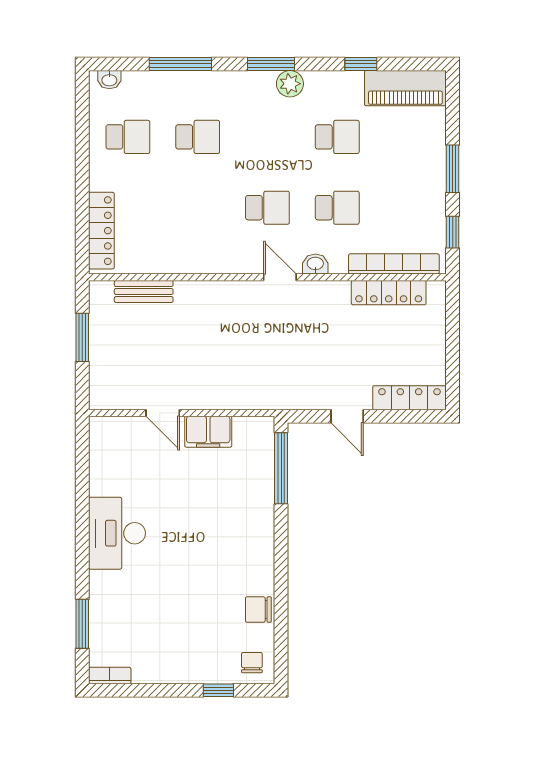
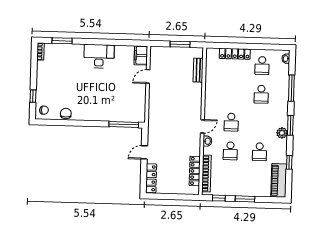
locker: (101, 231) -> (235, 54), moved
filing cabinet: (208, 432) -> (141, 55), moved

